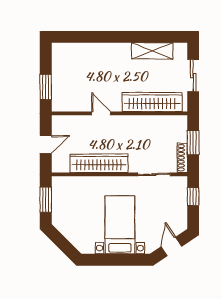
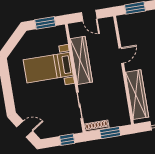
bed with nightstands: (120, 225) -> (48, 68), moved, turned 180

